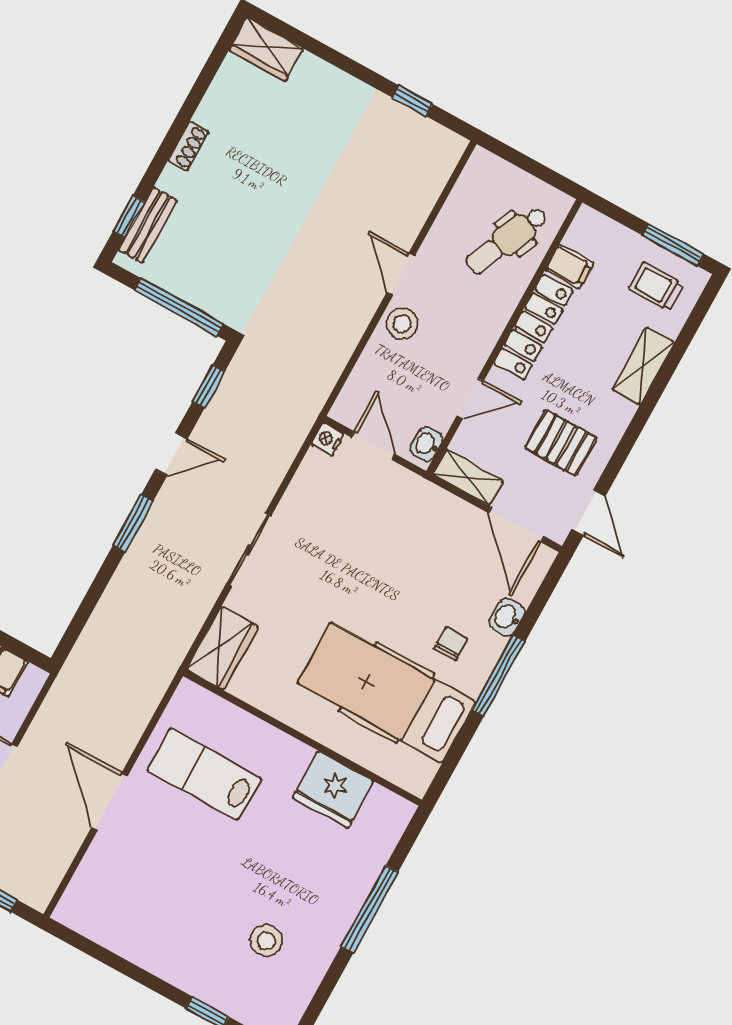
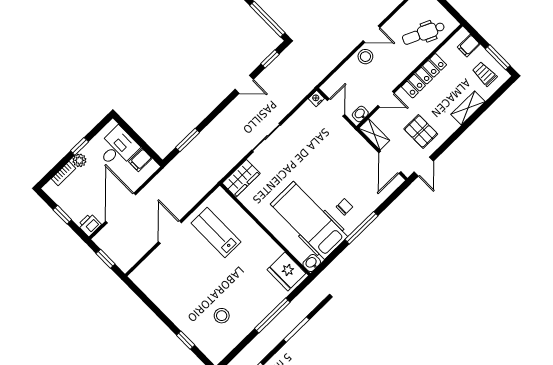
filing cabinet: (570, 267) -> (469, 46), moved, turned 90
door: (401, 274) -> (371, 34), swing flipped
window: (133, 523) -> (188, 140), moved
washbasin: (507, 617) -> (312, 263), moved
fridge: (333, 790) -> (286, 271), moved

